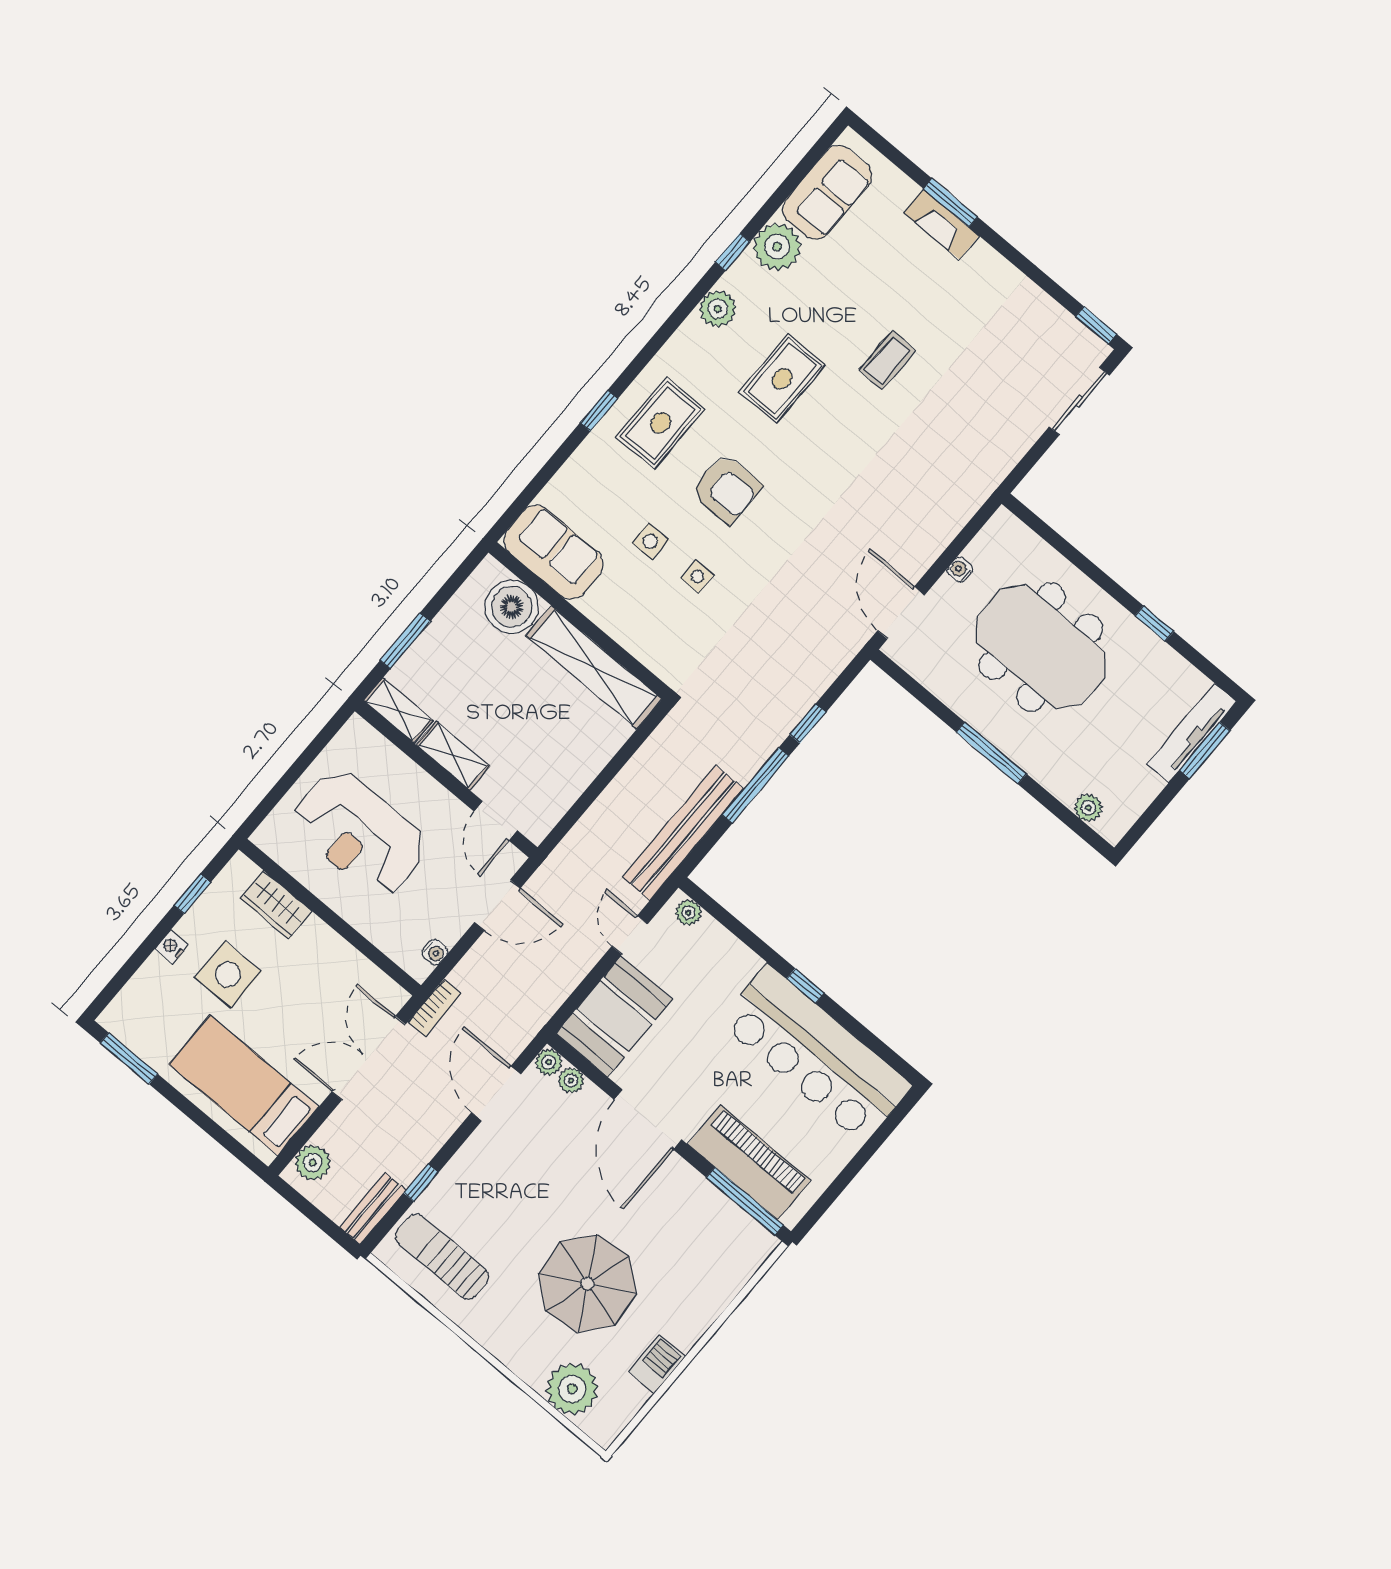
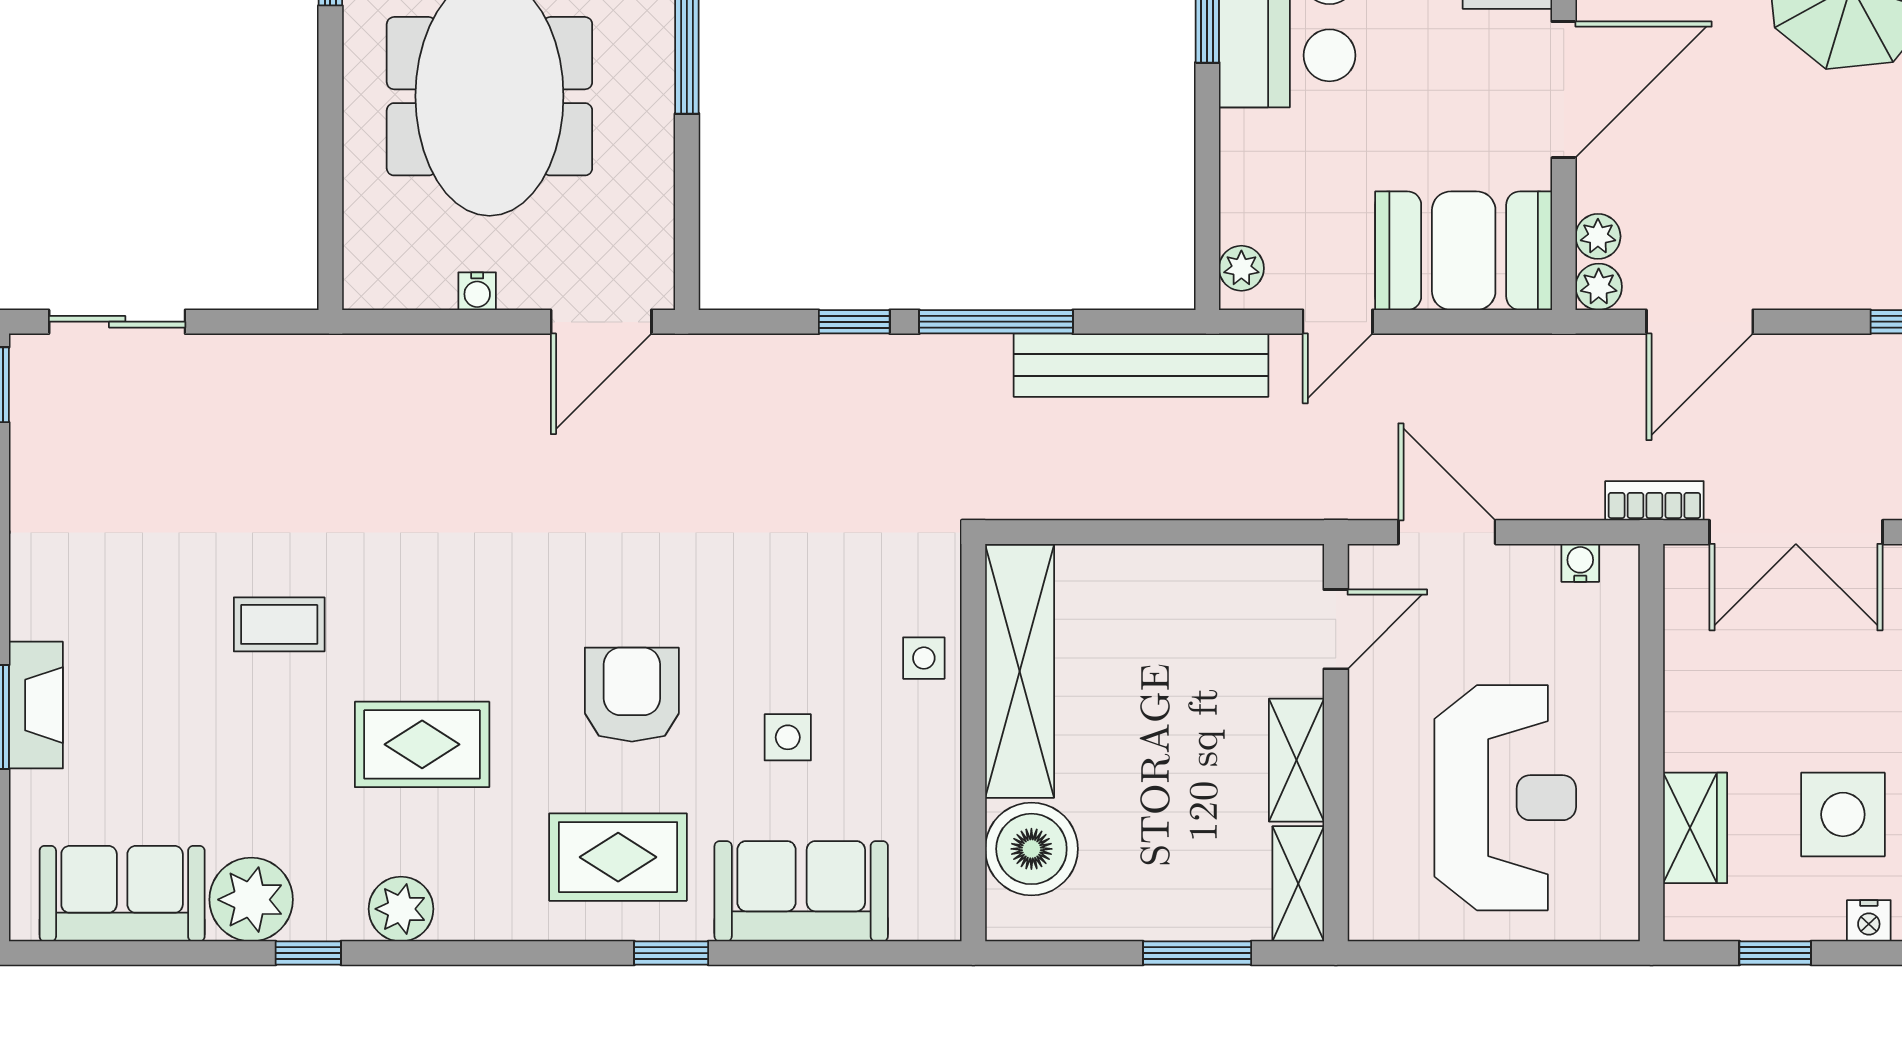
sofa: (553, 552) -> (801, 891), moved, turned 90
side table: (697, 577) -> (924, 658), moved

